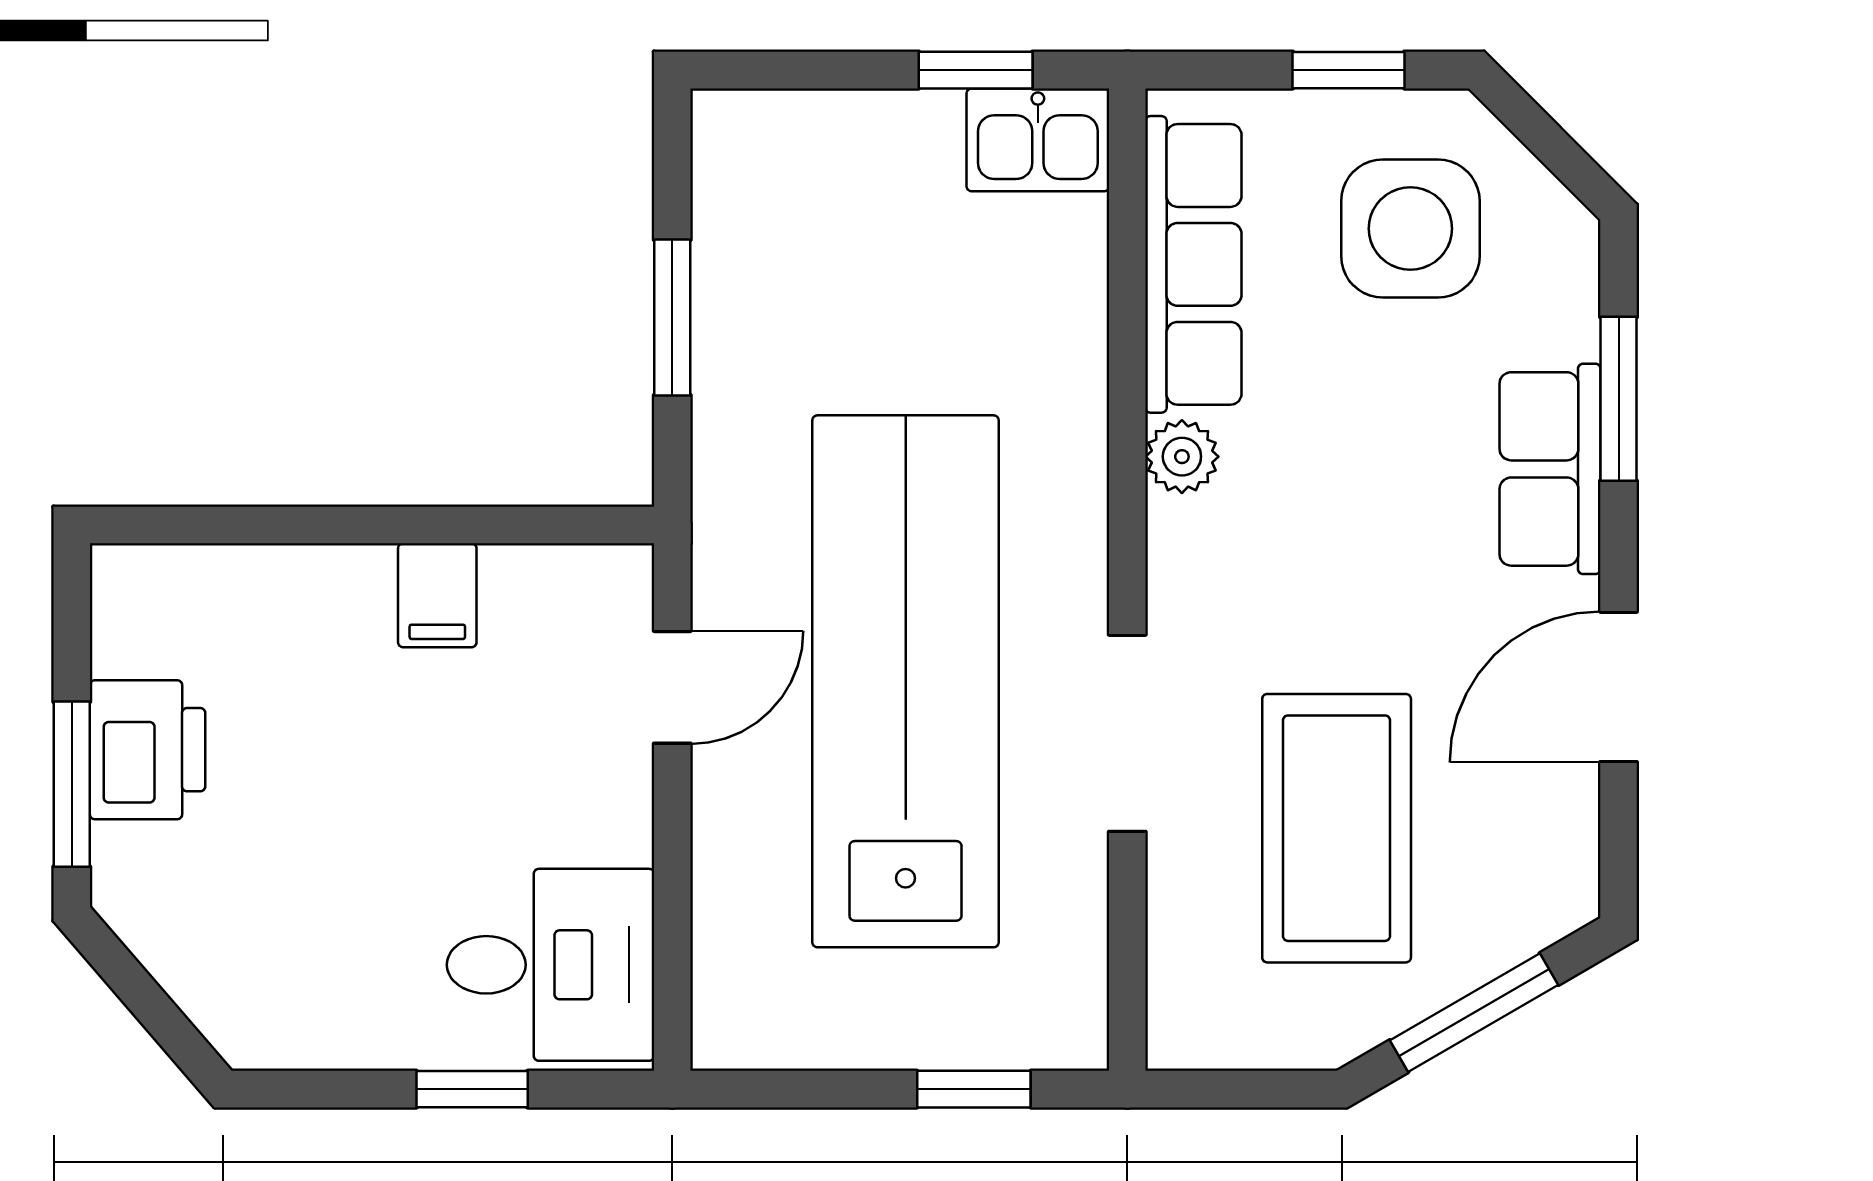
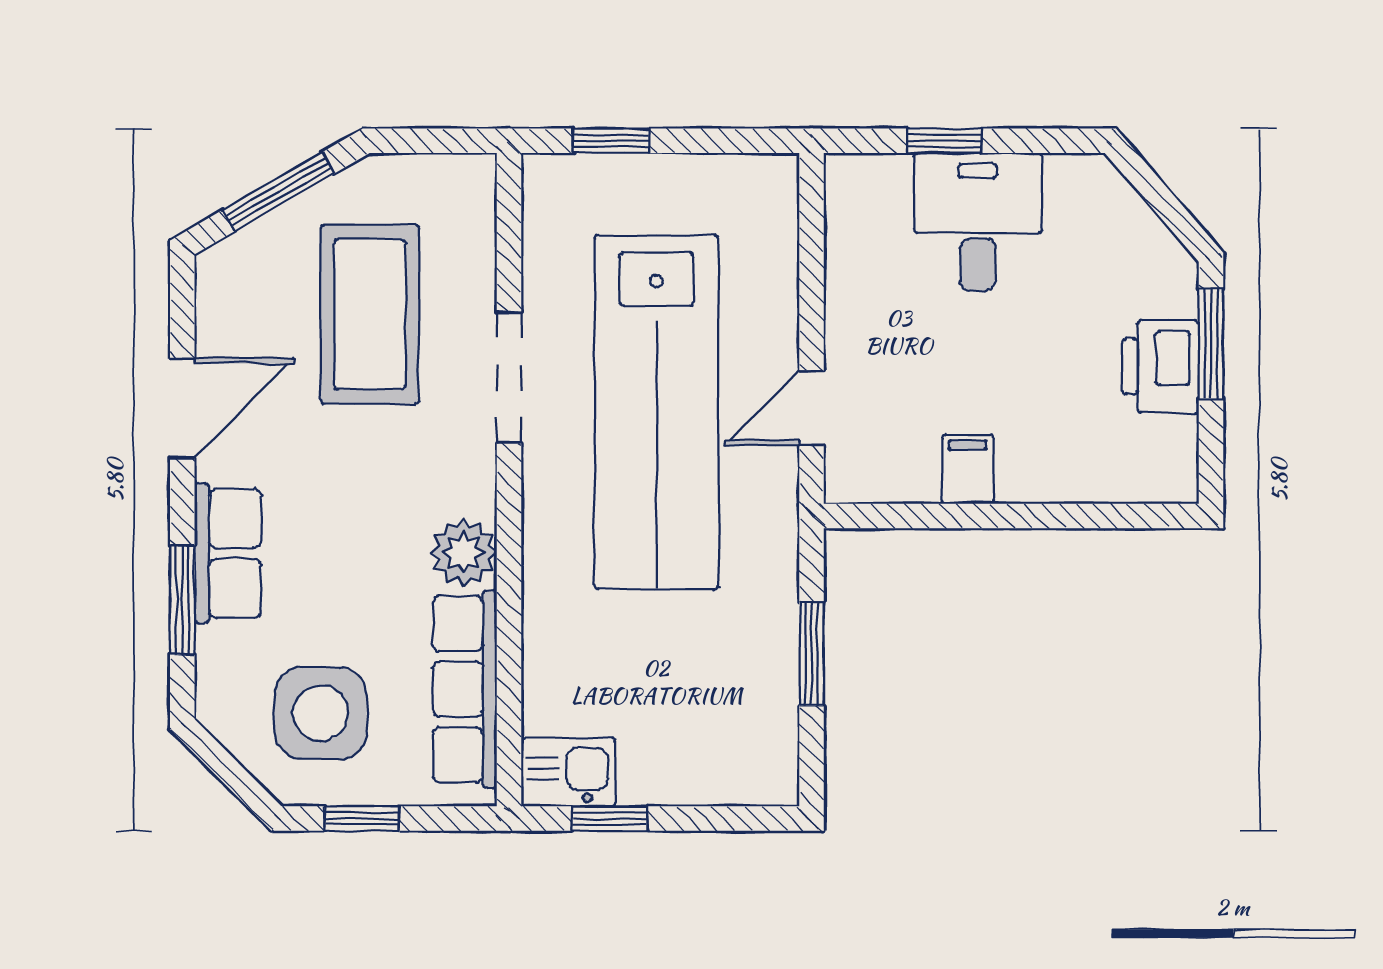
plant: (1182, 457) -> (463, 552), width x1.38, depth x1.38
desk: (550, 965) -> (978, 222), moved, turned 90

